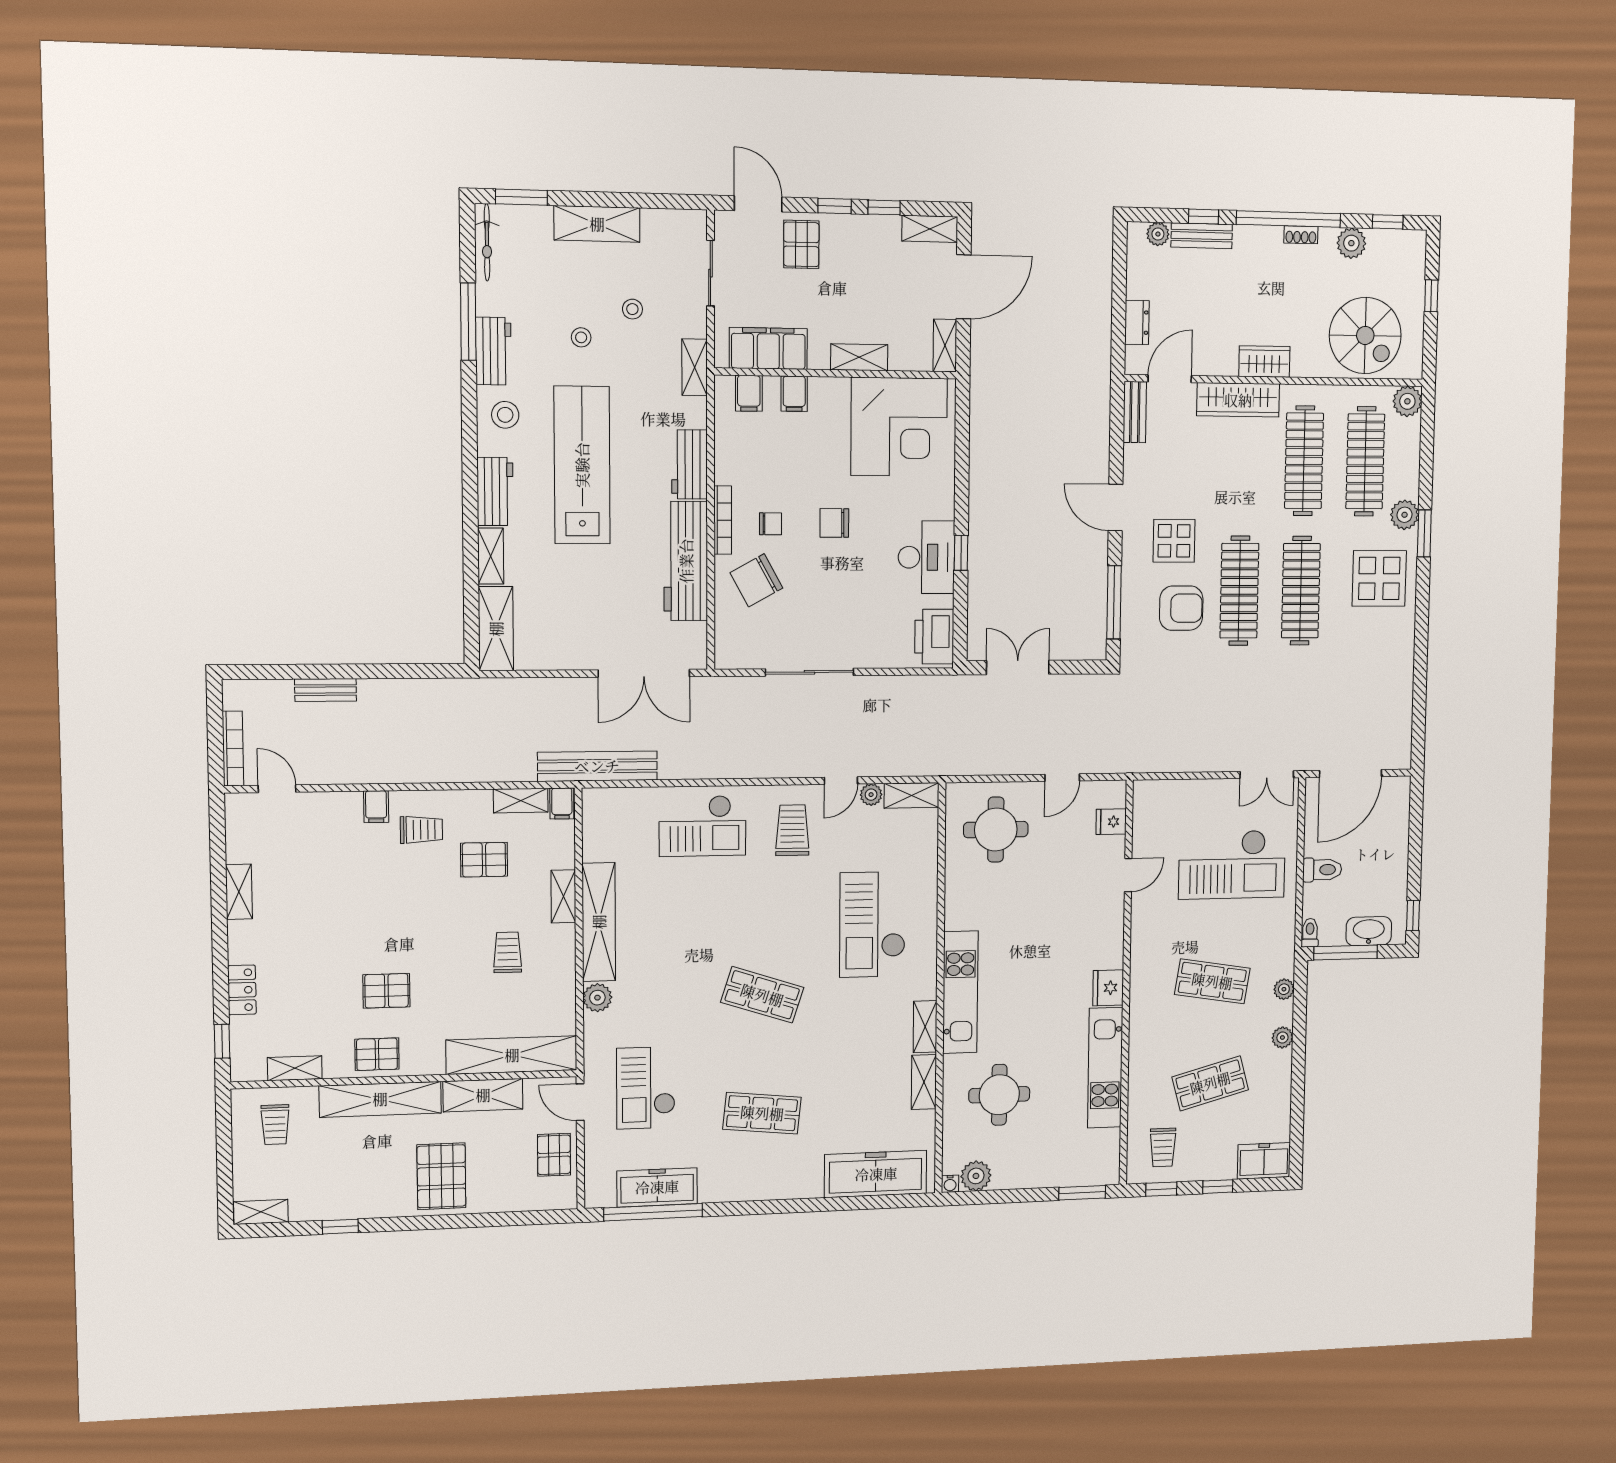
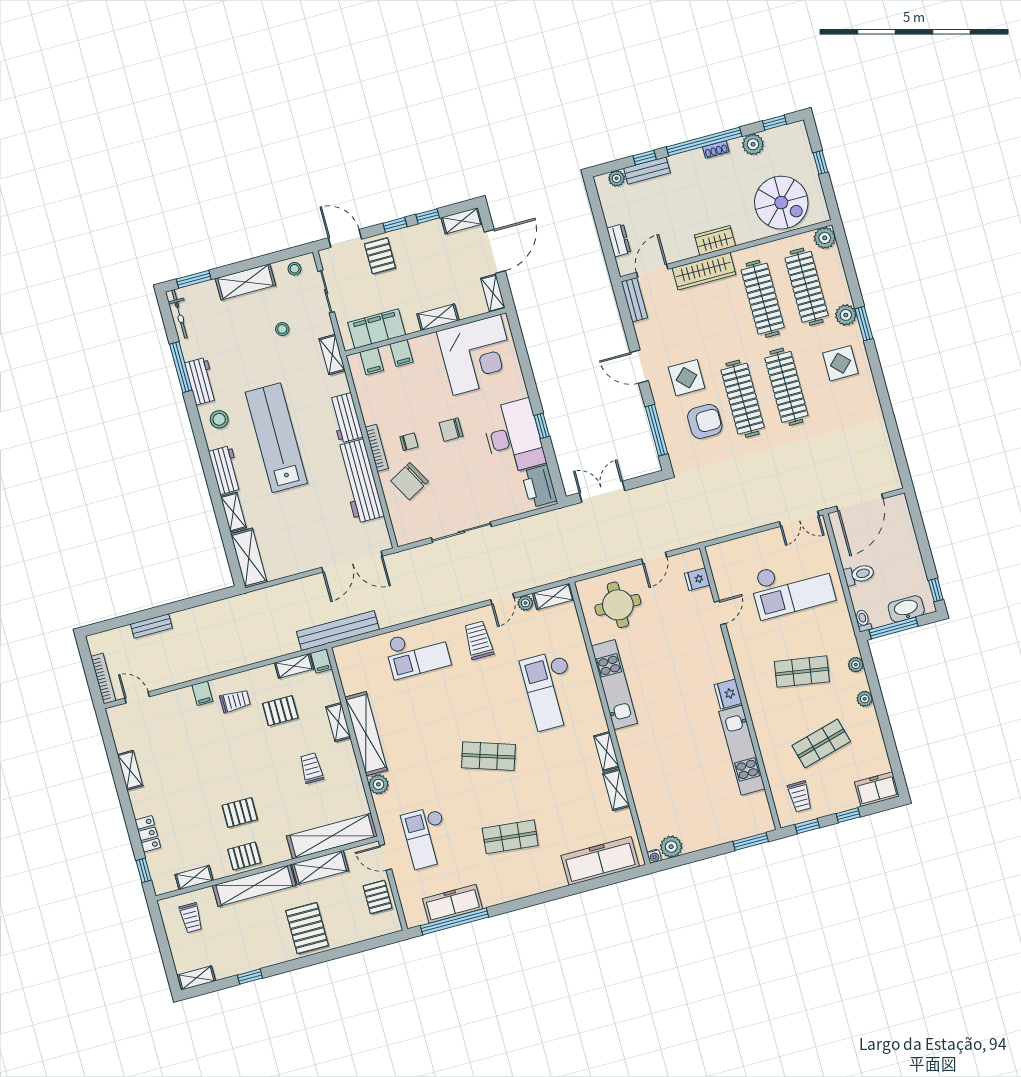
stool: (581, 337) -> (295, 269), moved
desk: (926, 557) -> (513, 437), width x1.36, depth x1.30
display table: (1379, 578) -> (840, 363), width x0.73, depth x0.73
kitchen unit: (960, 992) -> (614, 685), moved
round table: (999, 1095) -> (672, 786), removed

